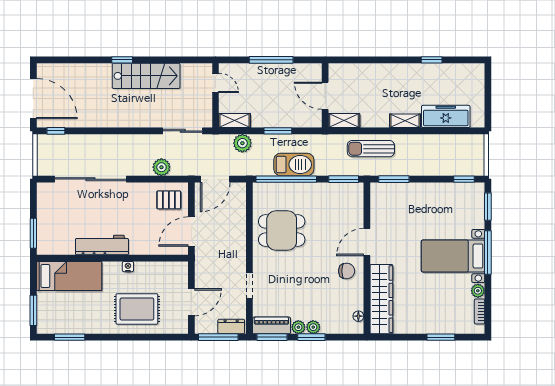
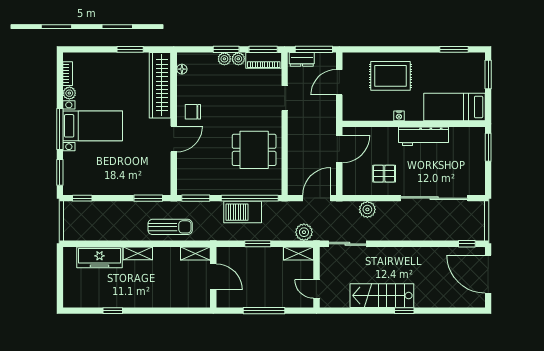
plant: (242, 143) -> (304, 232), moved
pallet: (169, 200) -> (384, 174), moved
window: (441, 337) -> (130, 49), moved

